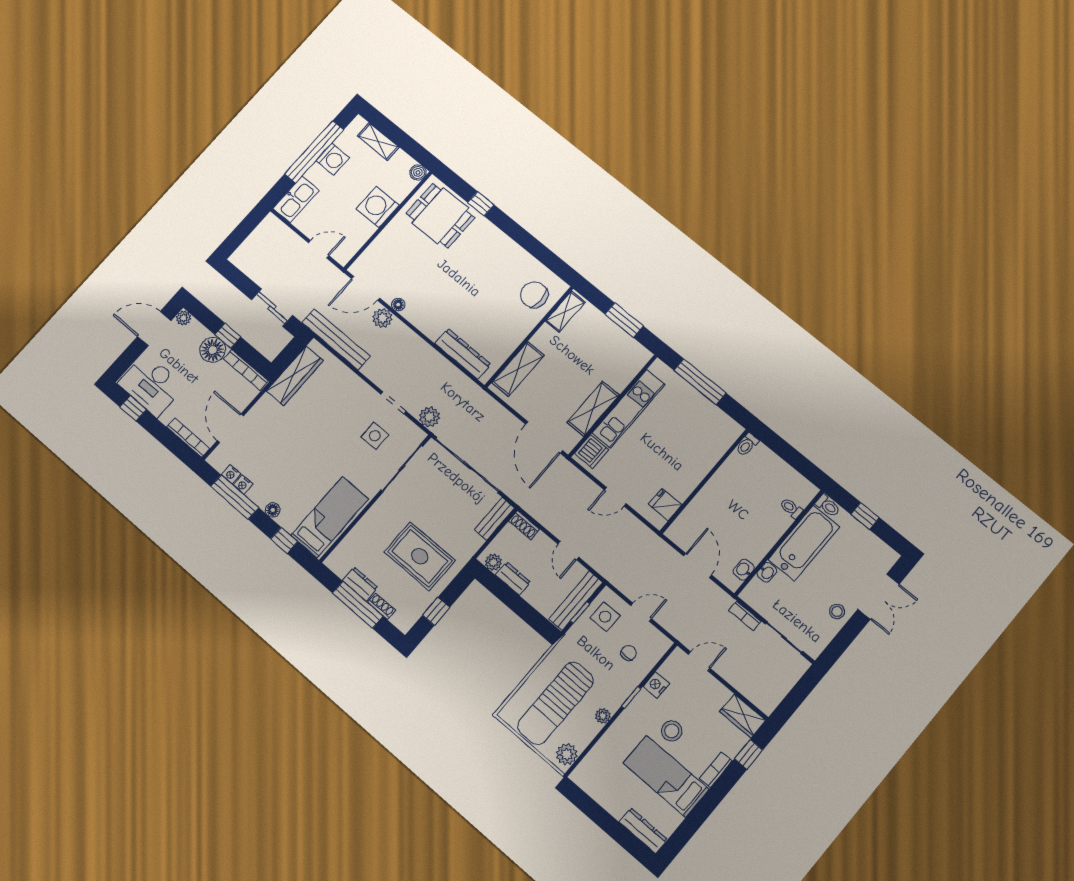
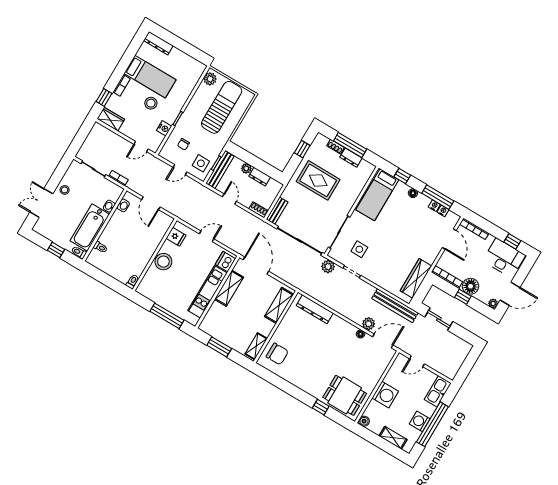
stool: (692, 468) -> (163, 262), added
plant: (493, 562) -> (246, 168), moved
plant: (603, 716) -> (193, 105), removed

